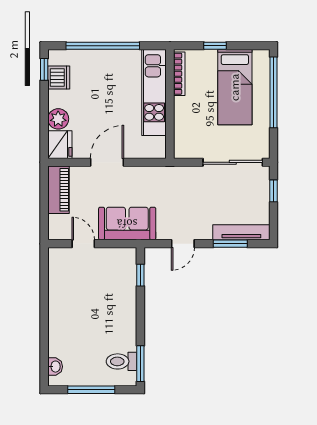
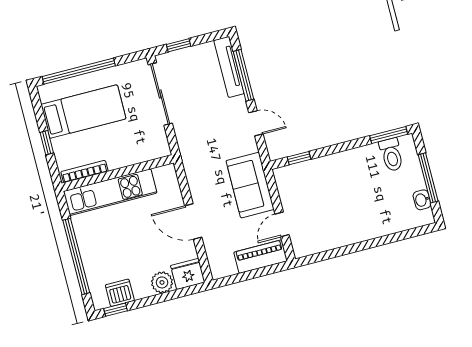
piano: (59, 190) -> (261, 257), moved
window: (230, 244) -> (243, 75), width x1.44
washbasin: (55, 367) -> (422, 200), moved, turned -90

